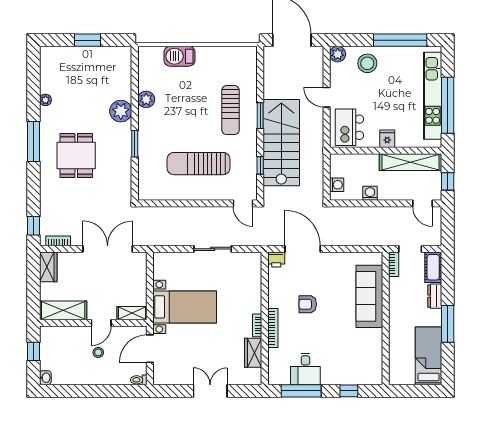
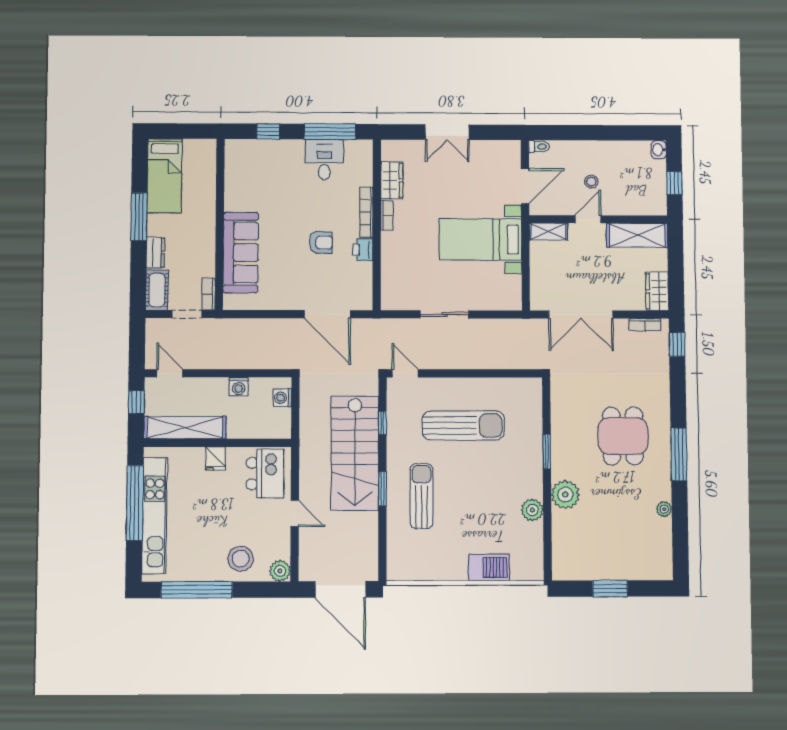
printer: (276, 259) -> (363, 250), moved, turned -90

